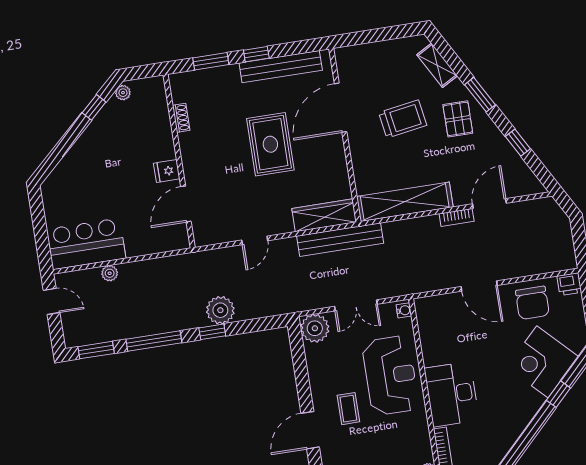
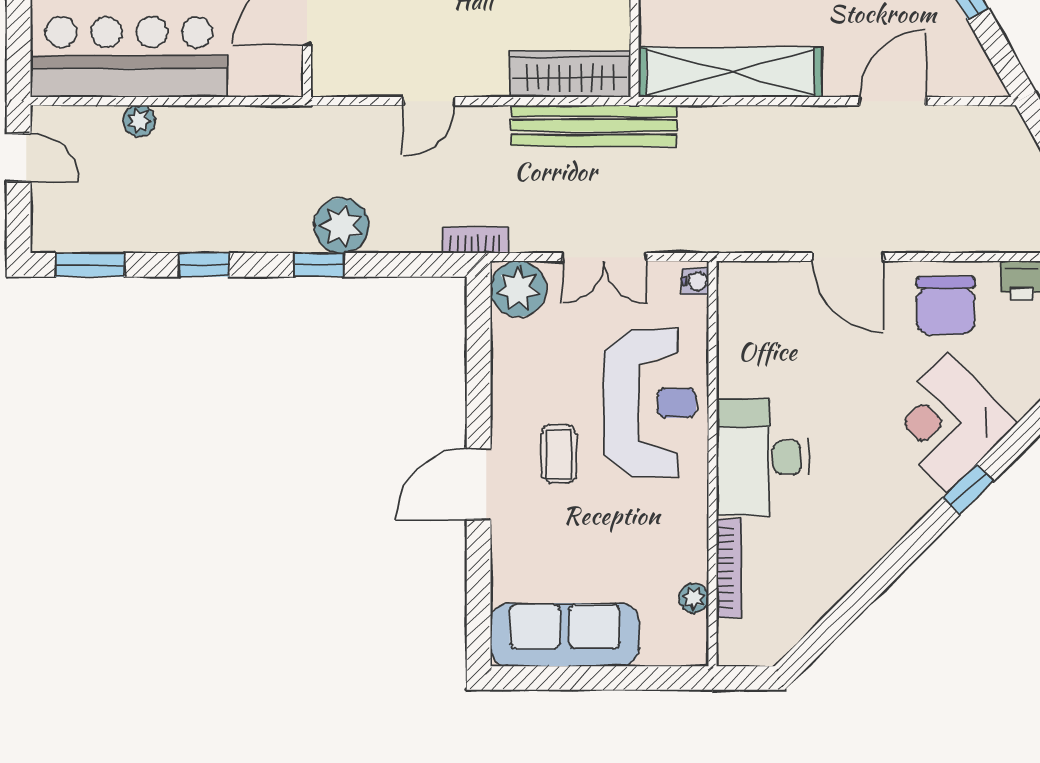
bookcase: (457, 217) -> (475, 240), moved, turned 180
bar counter: (86, 244) -> (129, 57), width x1.36
window: (154, 341) -> (204, 265), width x0.46

